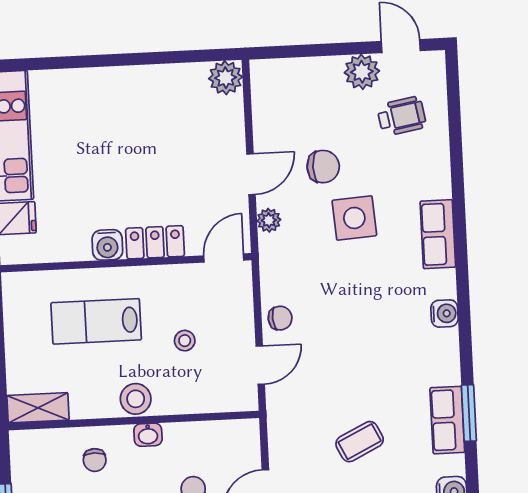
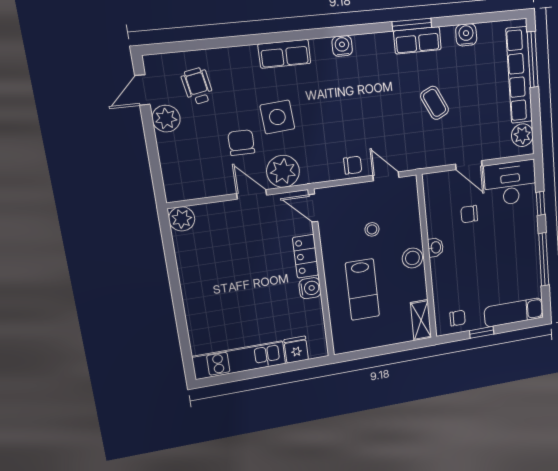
plant: (269, 220) -> (283, 171), width x1.87, depth x1.87
chair: (280, 318) -> (353, 165), turned 95
chair: (95, 460) -> (458, 318), moved

